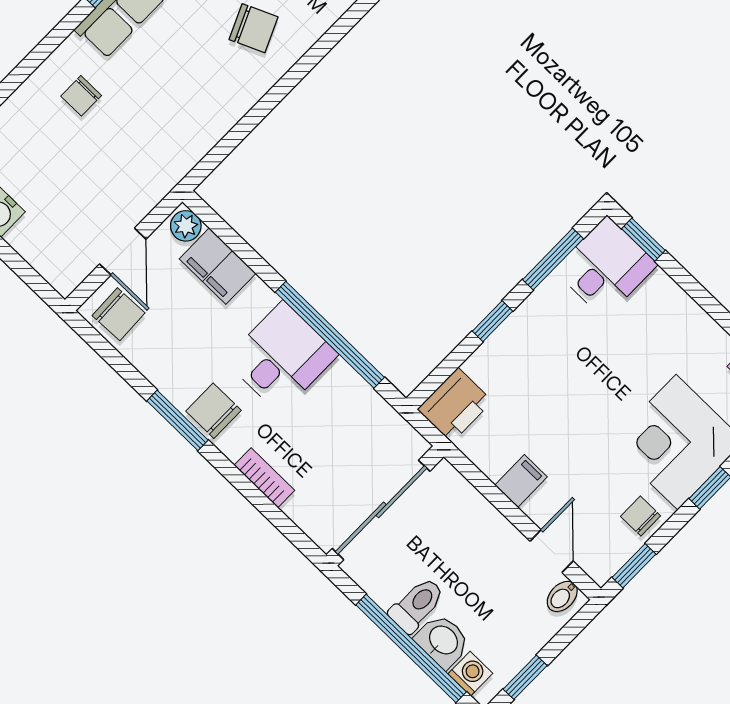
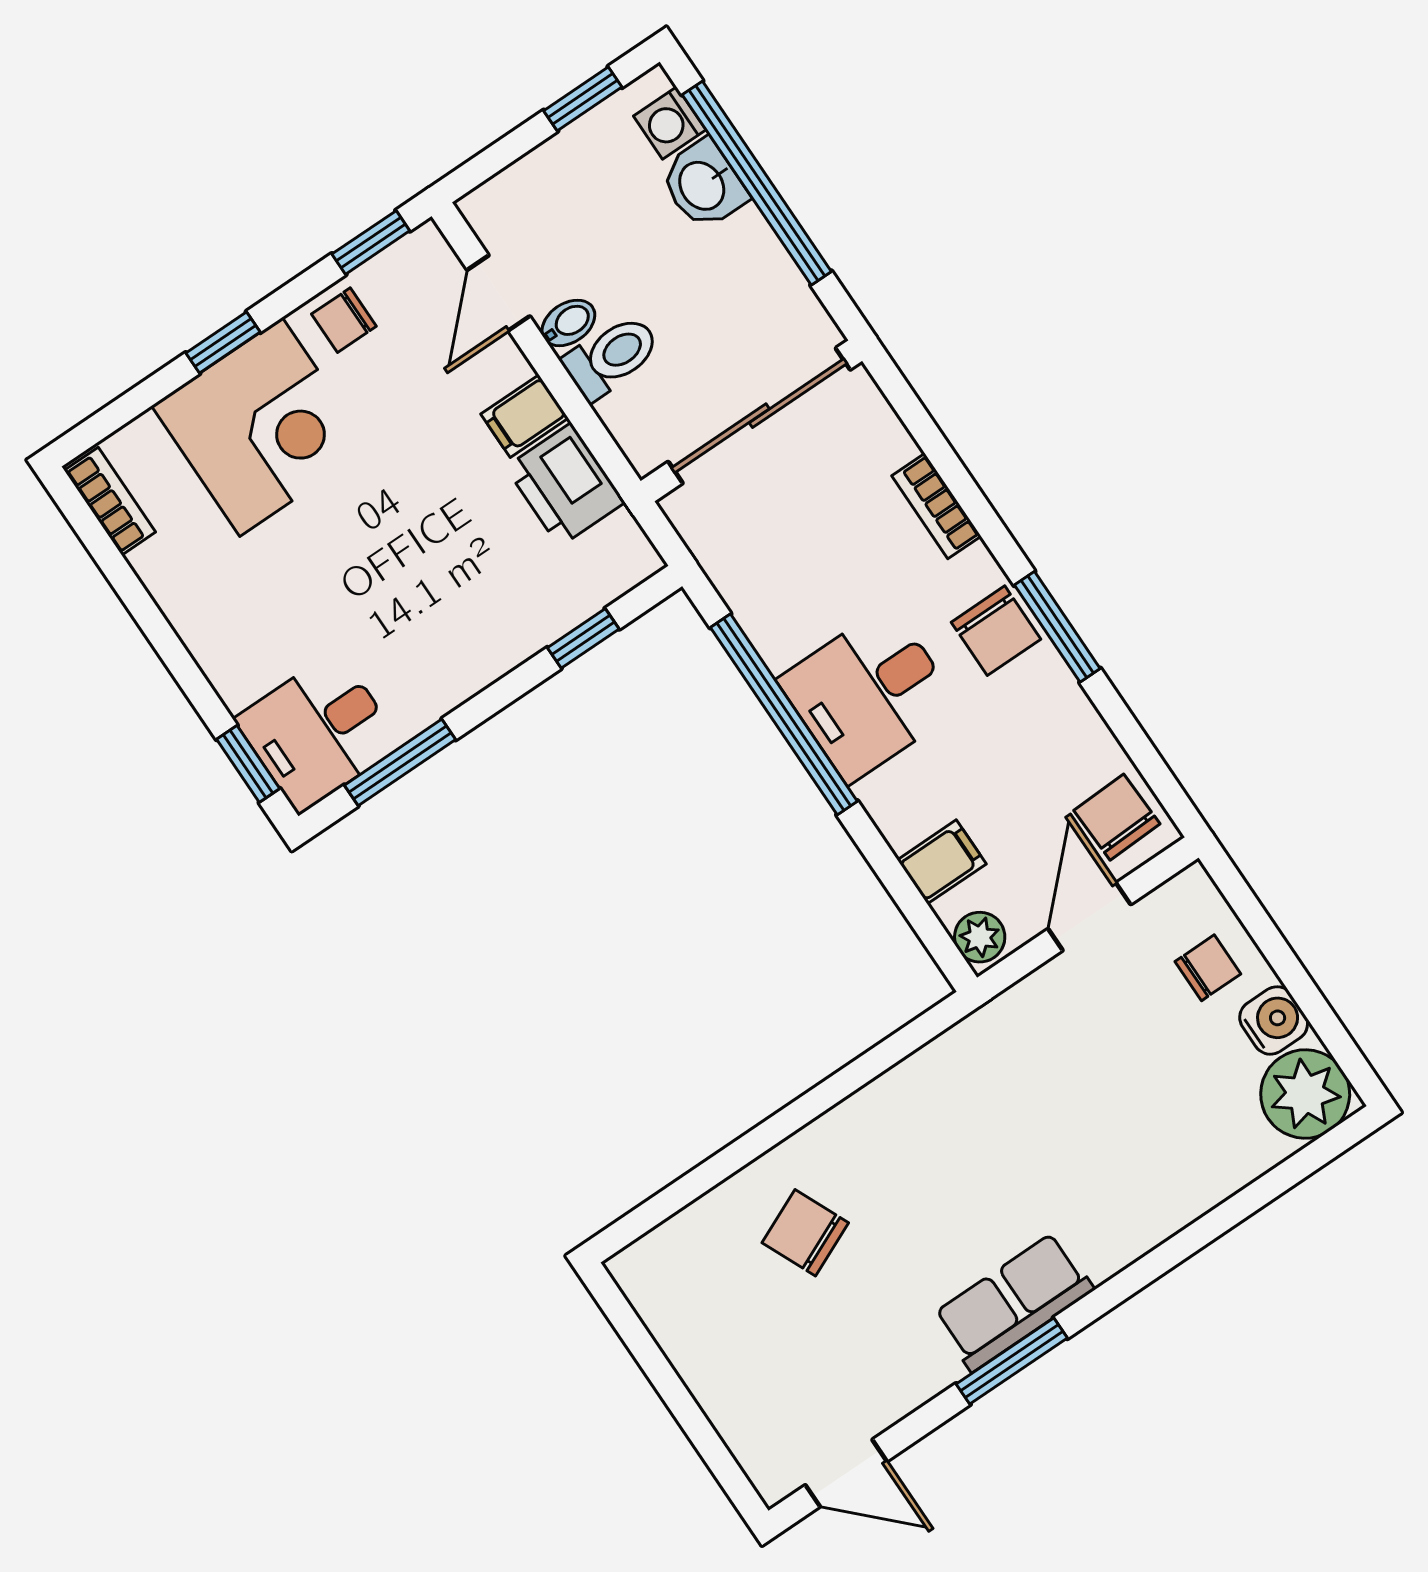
chair: (81, 96) -> (1208, 968), moved
filing cabinet: (218, 266) -> (942, 862), width x0.50
window: (492, 321) -> (583, 638), moved
printer: (455, 405) -> (565, 485), moved, turned -90
chair: (641, 516) -> (344, 320), turned 90
bidet: (562, 596) -> (568, 323), moved
toilet: (417, 605) -> (612, 357), moved, turned 180

